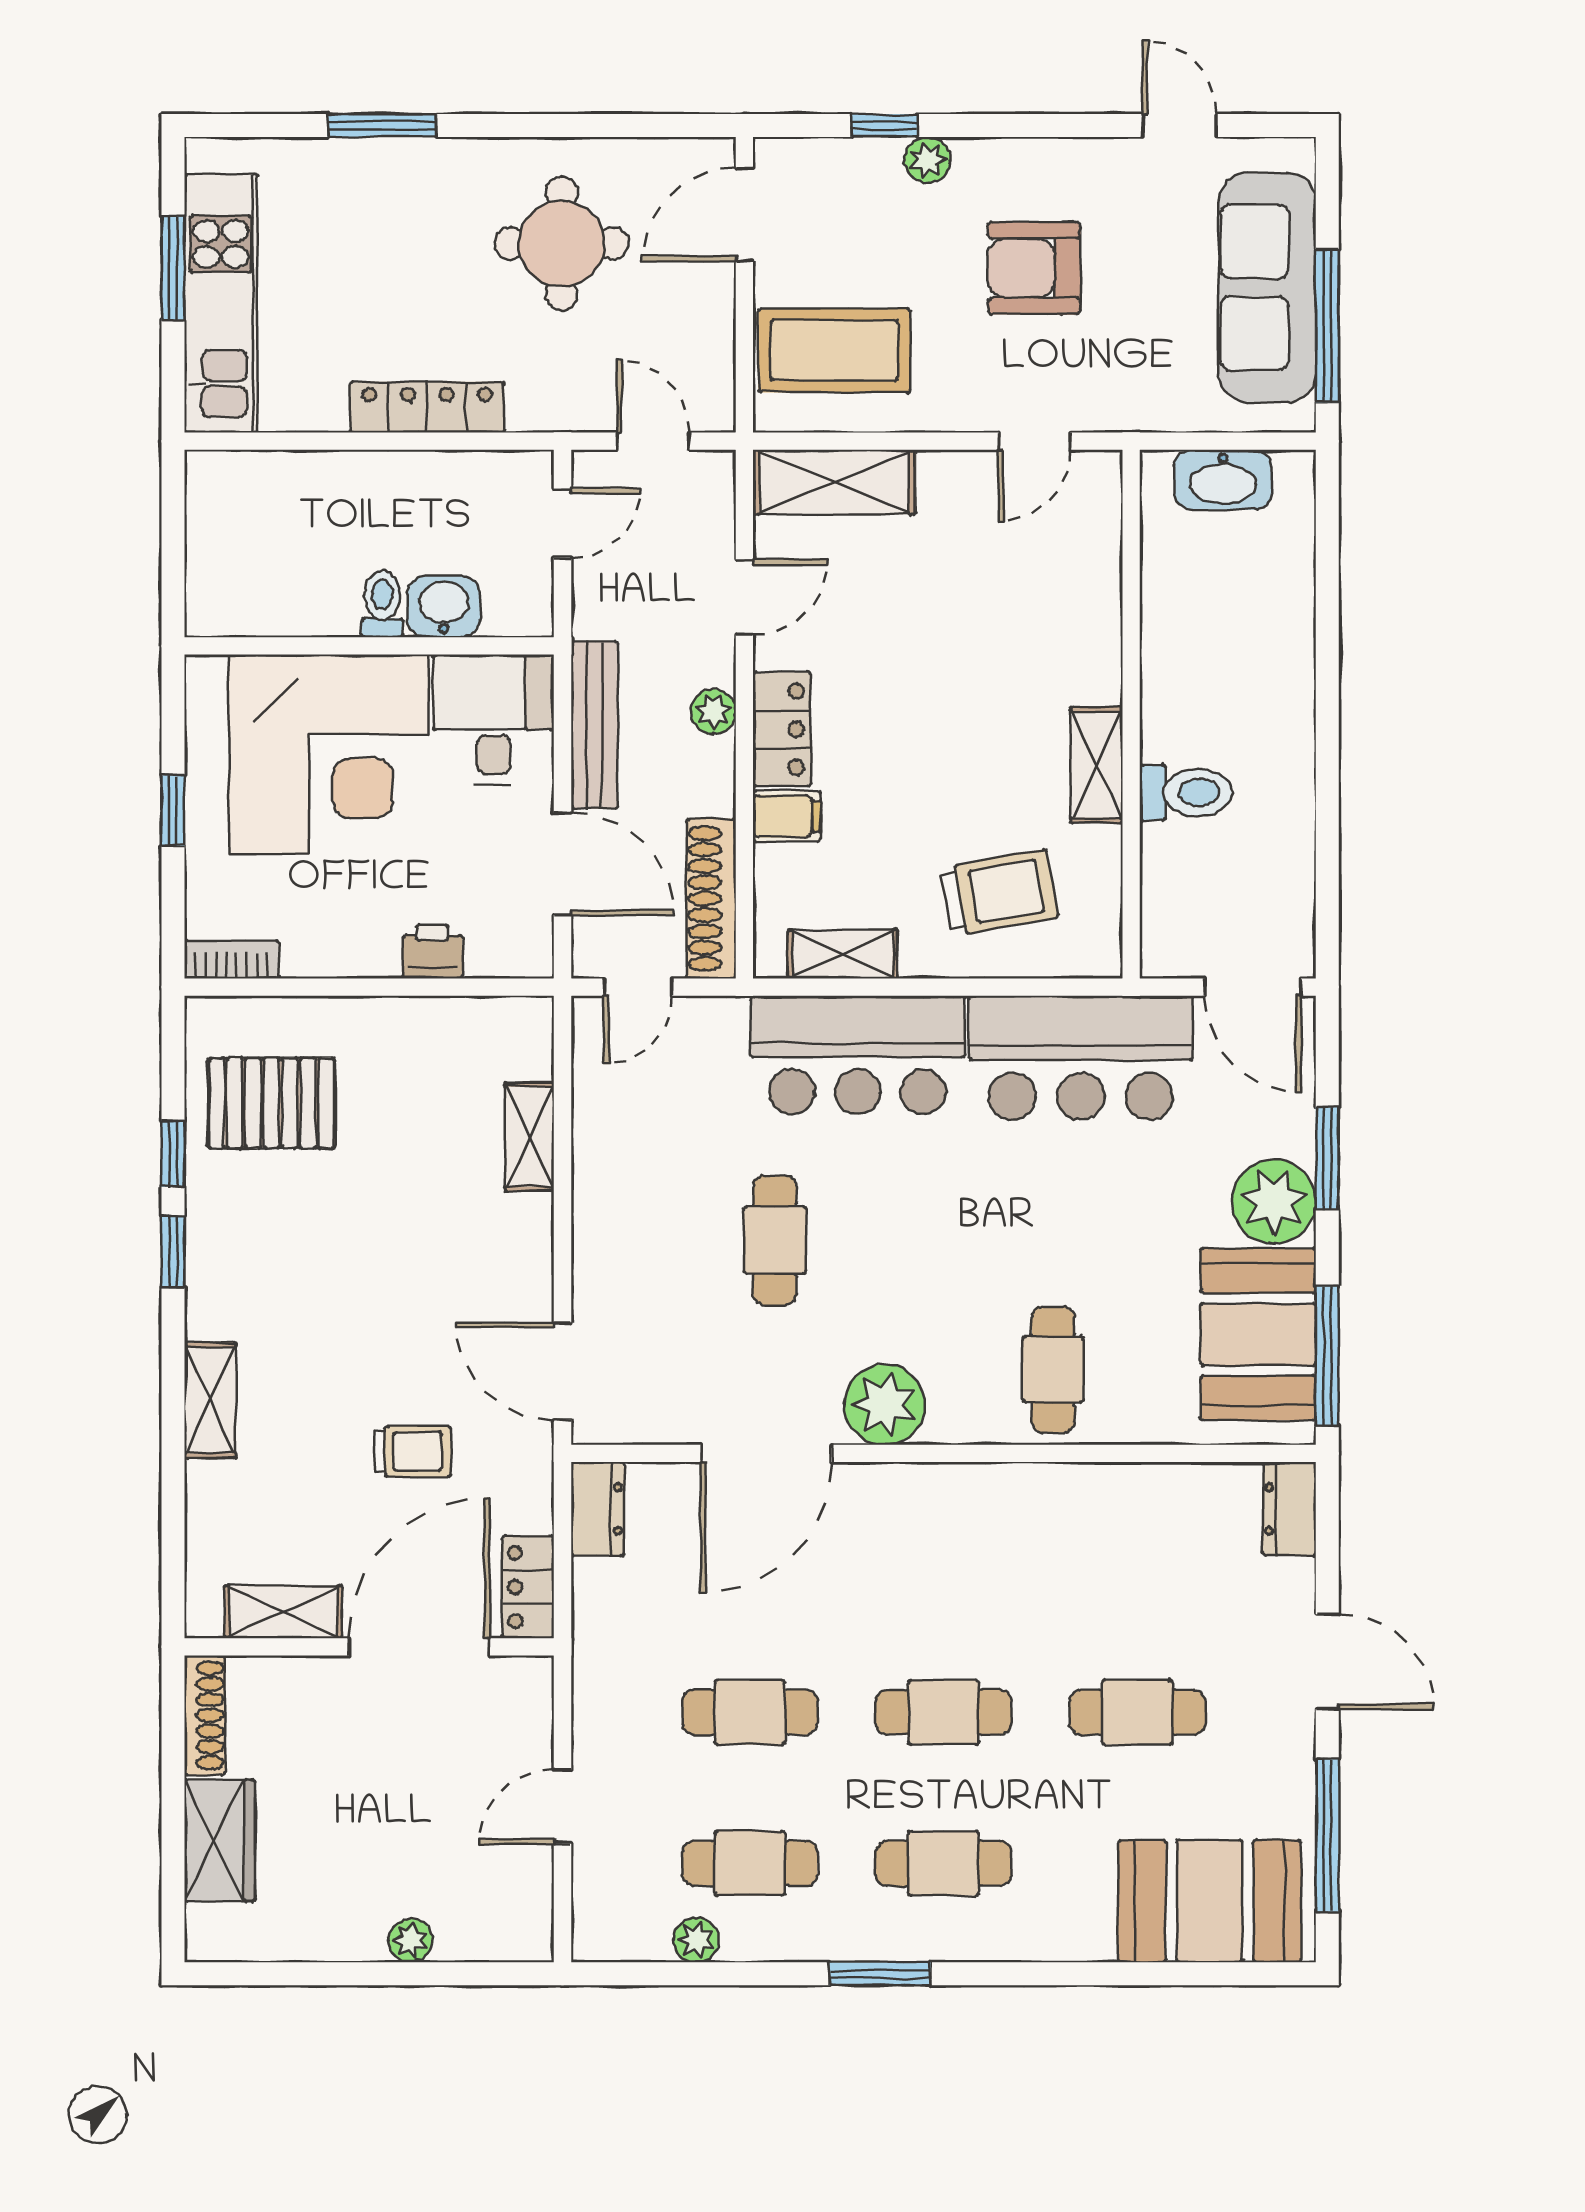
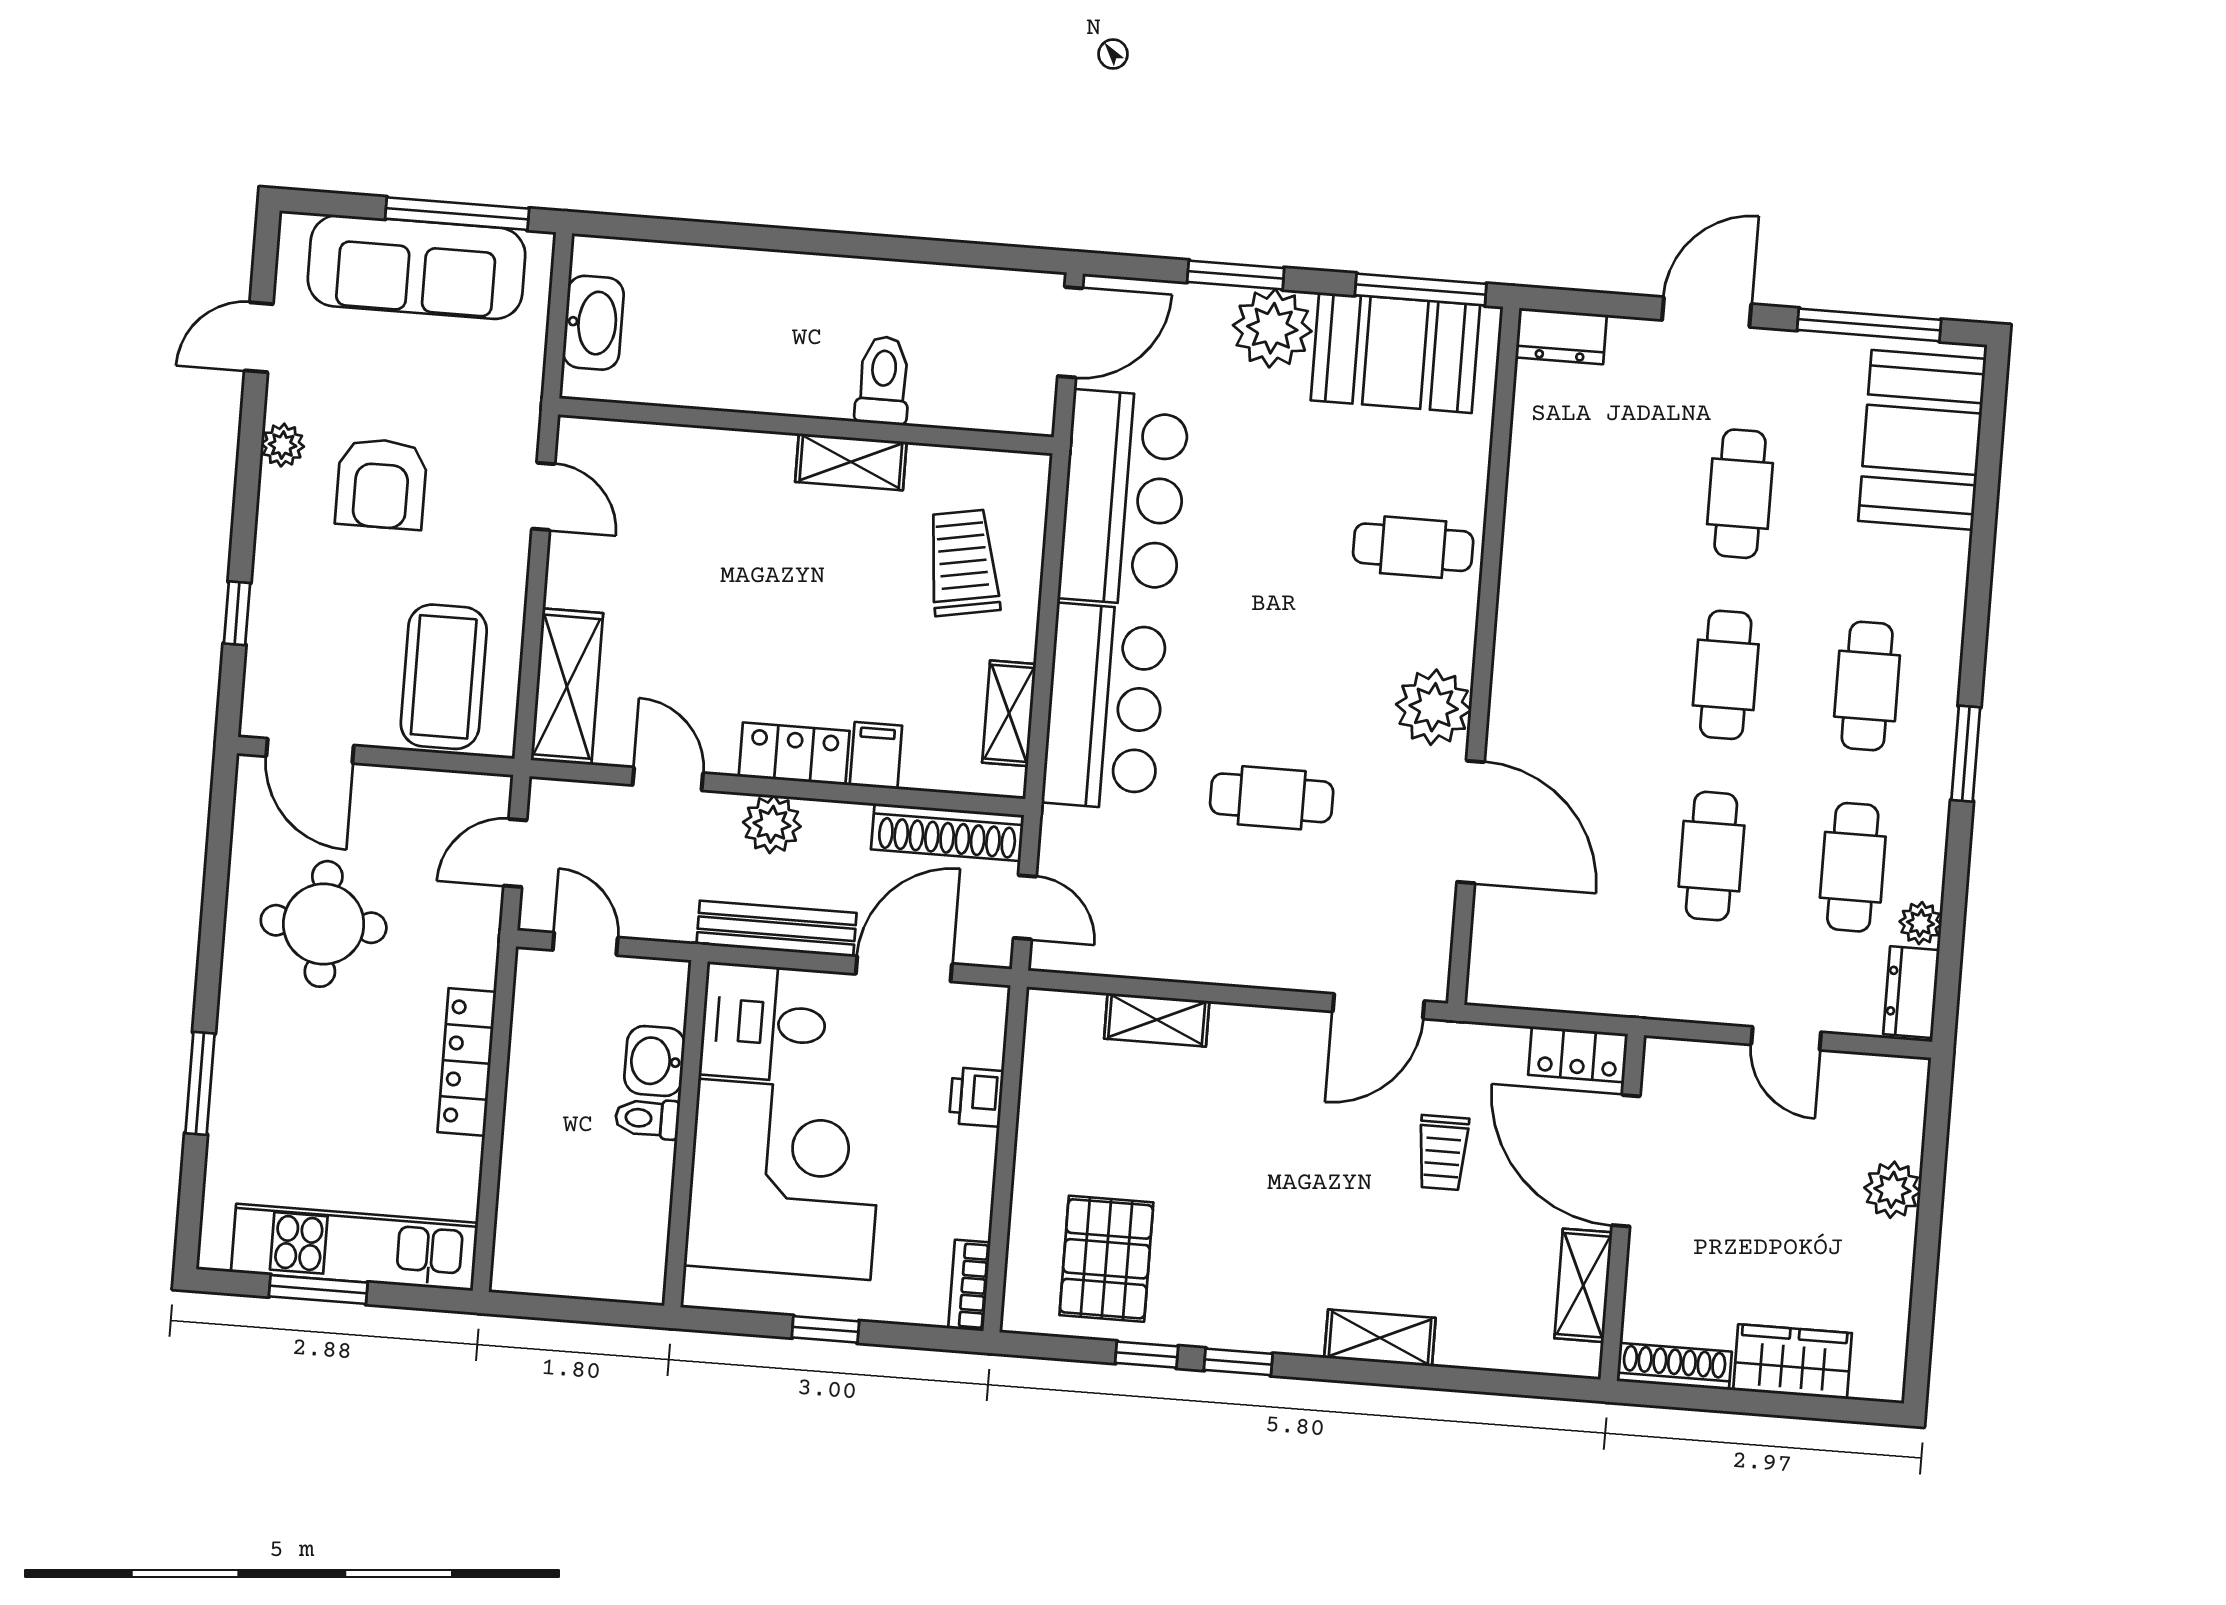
plant: (927, 160) -> (283, 445), moved
plant: (713, 711) -> (772, 824), width x1.38, depth x1.38
trolley: (412, 1451) -> (1443, 1153), turned 180
dresser: (597, 1509) -> (1911, 992), moved, turned -90
plant: (410, 1940) -> (1892, 1190), width x1.38, depth x1.38

